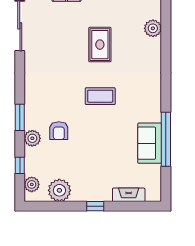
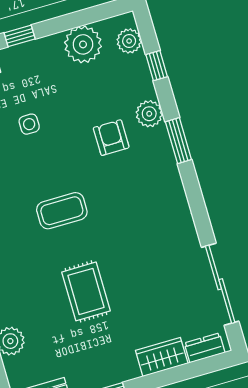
side table: (105, 153) -> (29, 124), added

